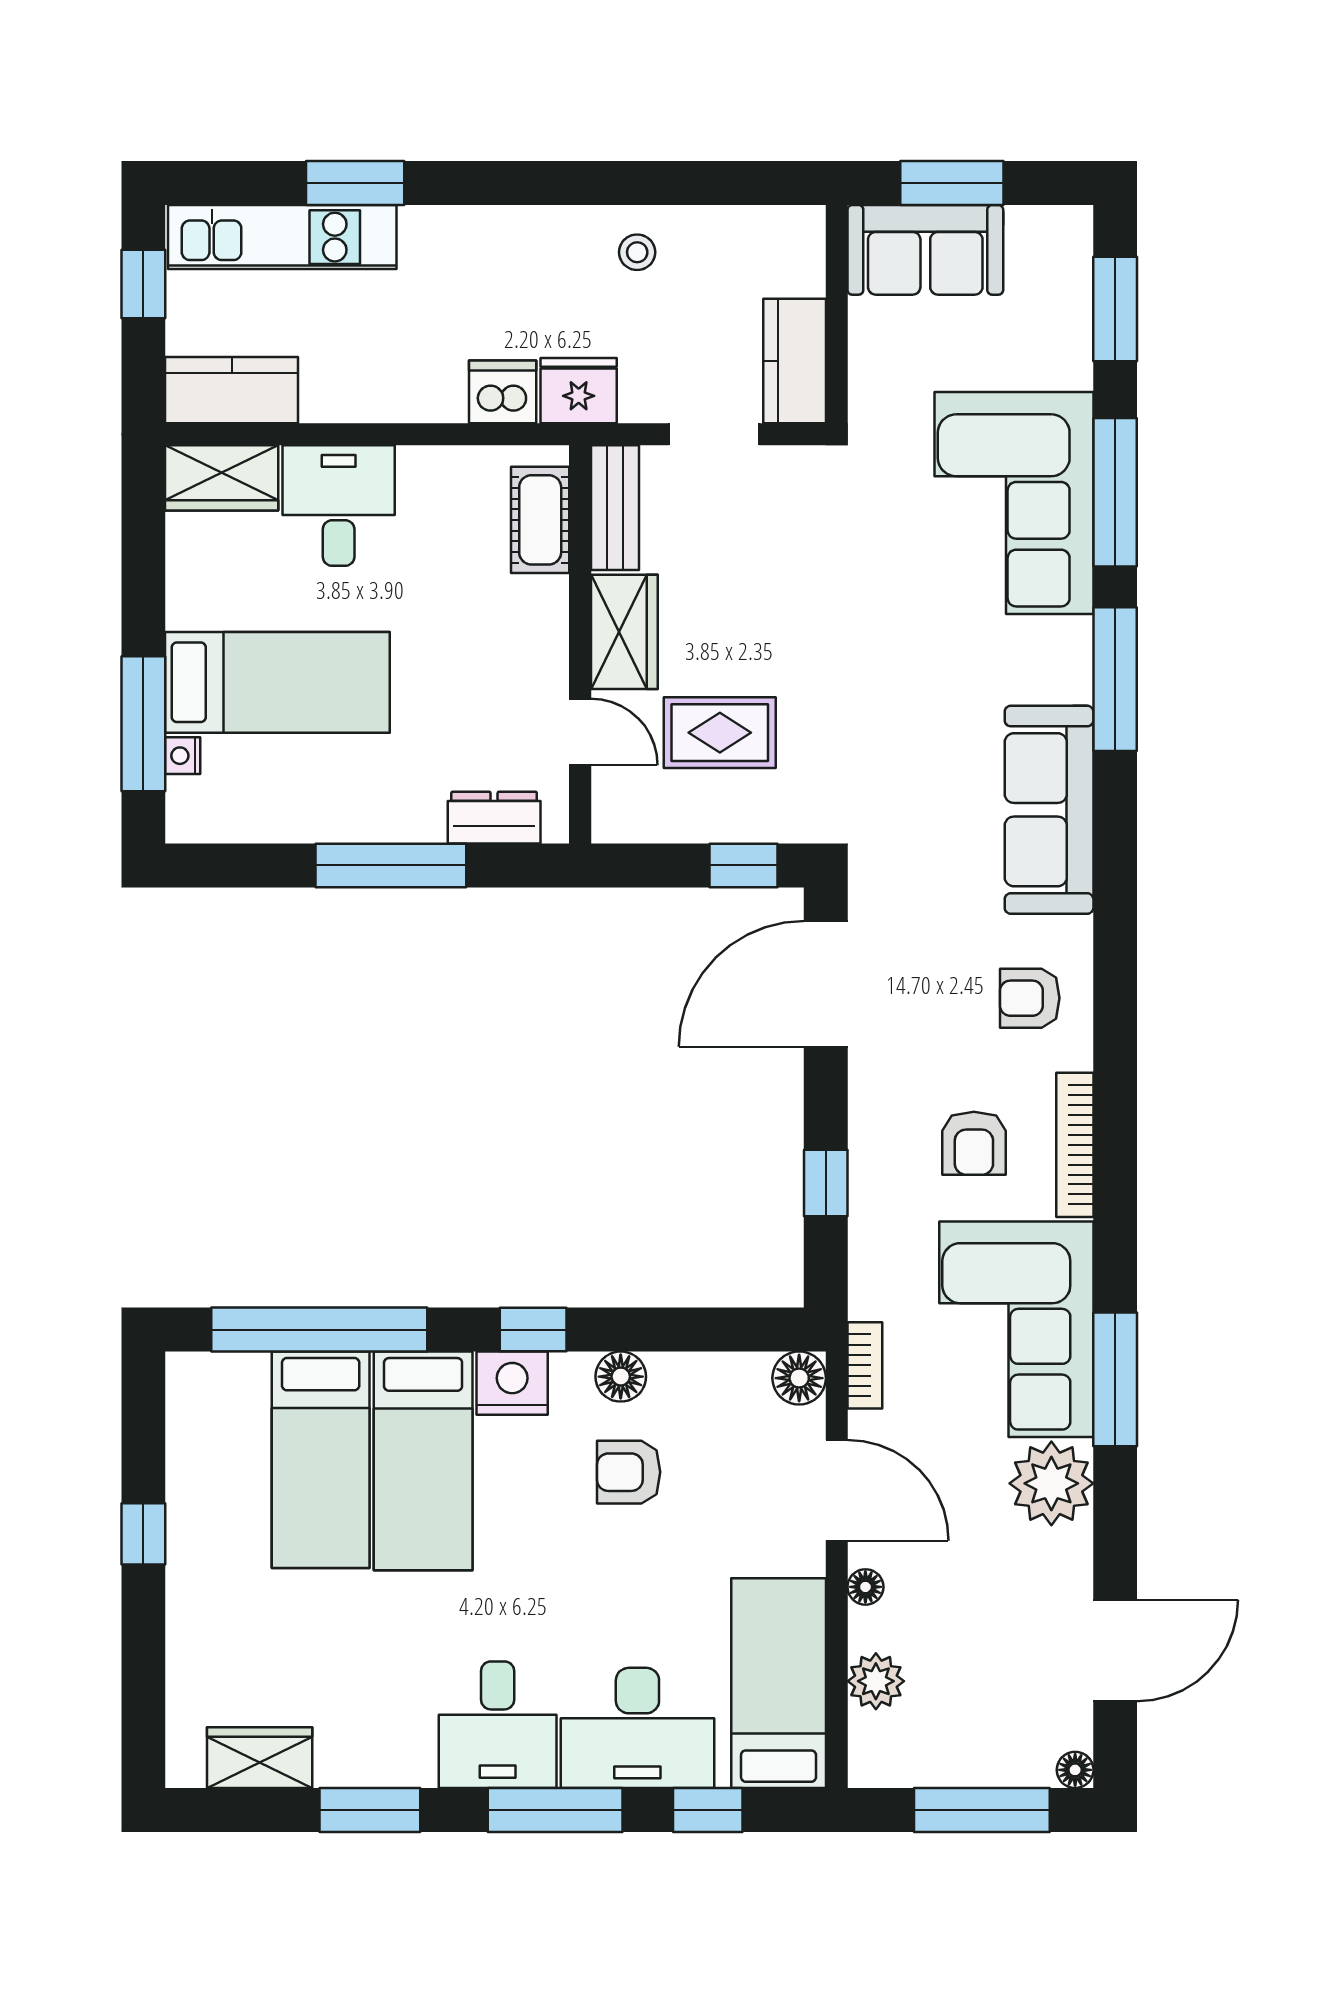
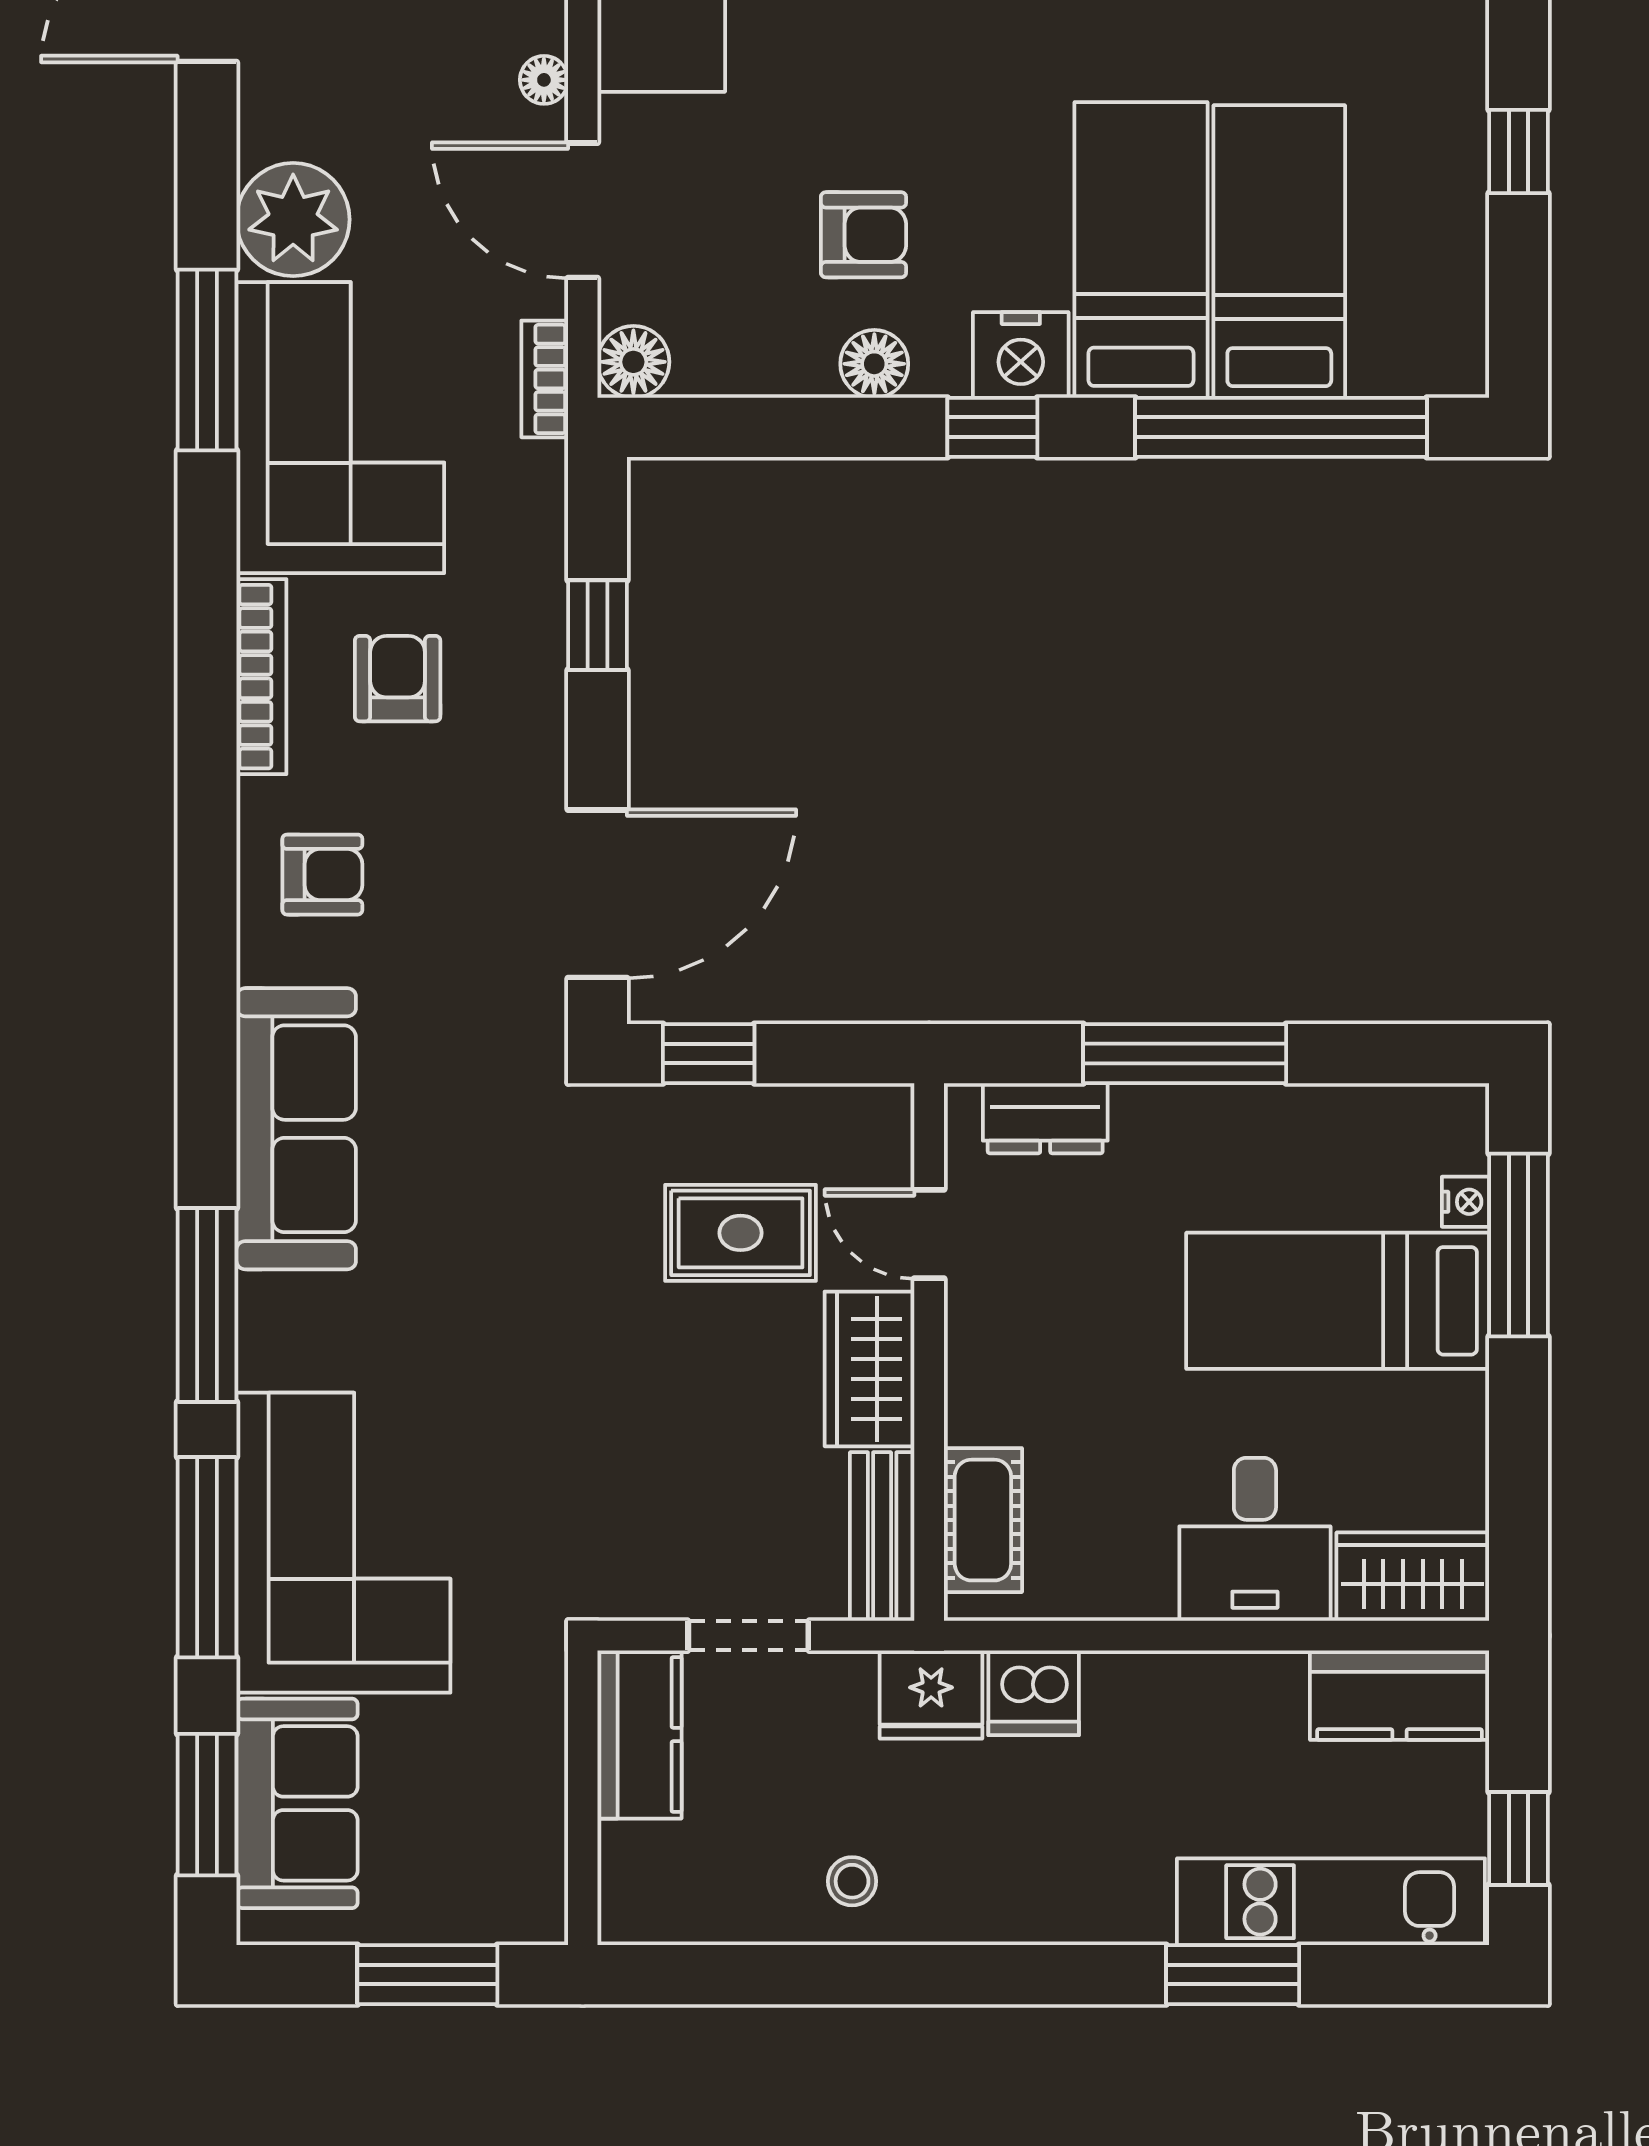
sofa: (925, 250) -> (297, 1803), moved, turned 90

